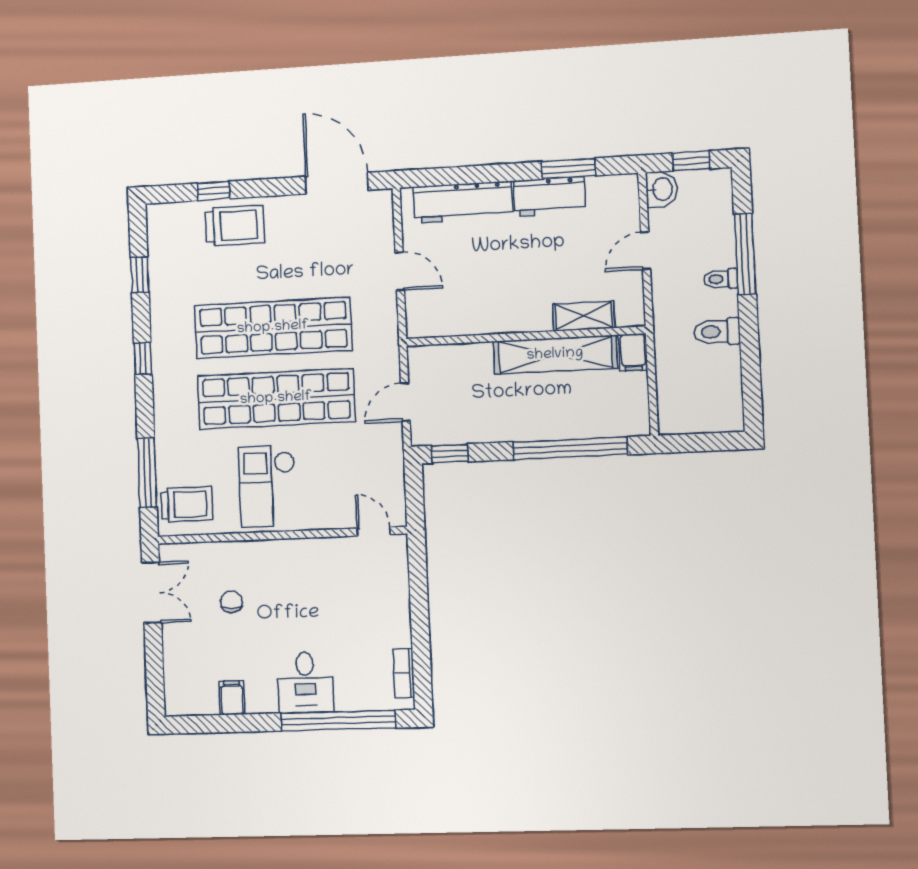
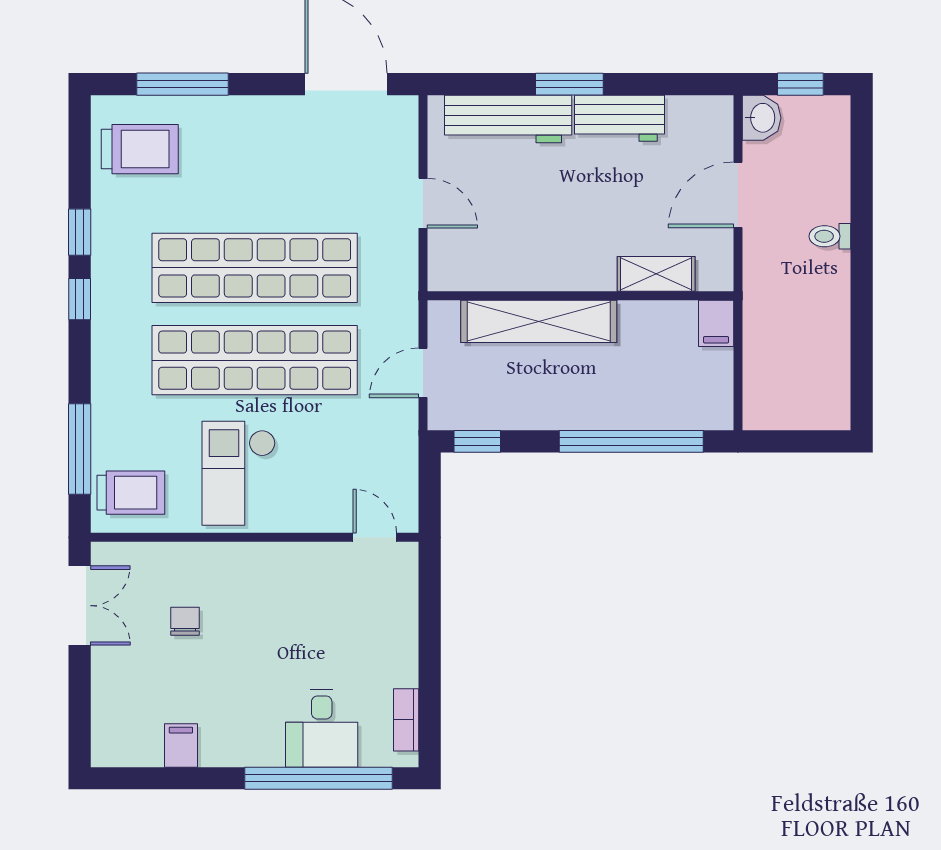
window: (569, 169) -> (569, 84), moved
window: (213, 191) -> (183, 84), width x2.17
trolley: (235, 225) -> (140, 149), moved
door: (646, 251) -> (738, 195), width x1.38
window: (745, 254) -> (862, 206), removed
window: (140, 275) -> (80, 232), moved
toilet: (717, 332) -> (822, 303), removed
shelving: (555, 355) -> (539, 321), moved
desk: (305, 683) -> (322, 728), moved

